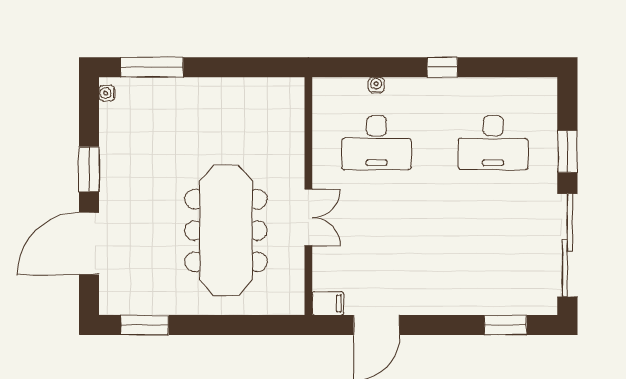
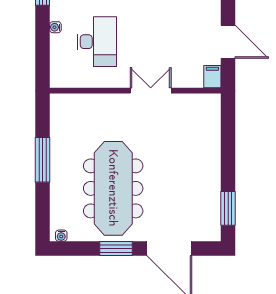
window: (152, 67) -> (43, 160), moved
water cooler: (376, 85) -> (55, 27), moved
meeting table: (226, 231) -> (113, 188), moved, turned 90

